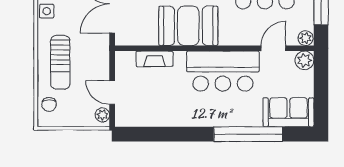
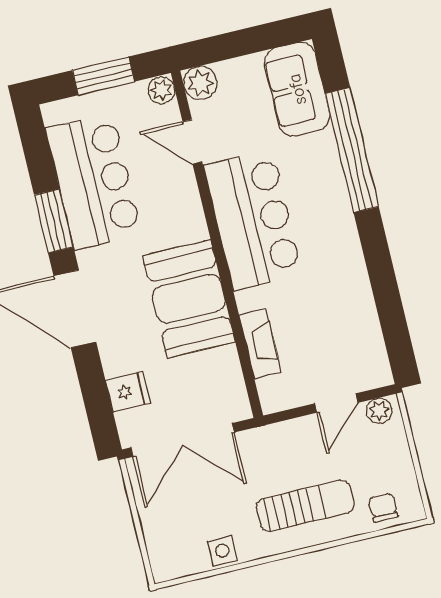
chair: (49, 104) -> (383, 508), turned -90

